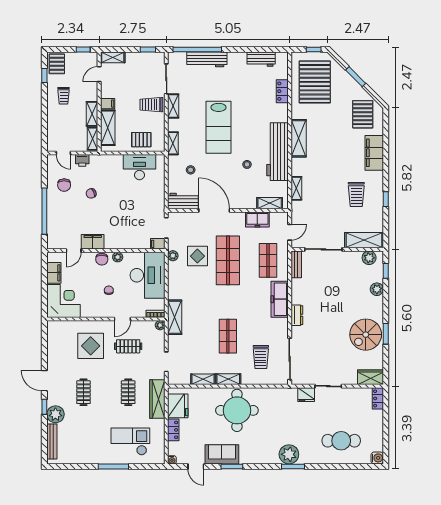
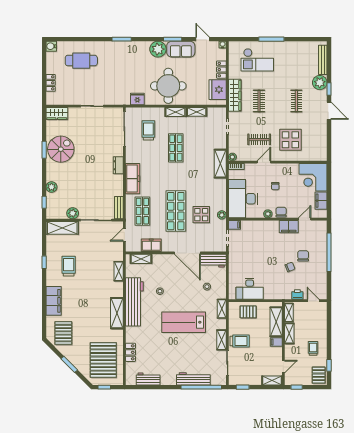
lab bench: (219, 127) -> (184, 322), turned -90
chair: (64, 185) -> (303, 256), moved
plant: (369, 258) -> (73, 213), moved
fridge: (306, 395) -> (137, 99), moved
locker: (378, 398) -> (51, 83), moved
plant: (289, 454) -> (158, 49), moved

